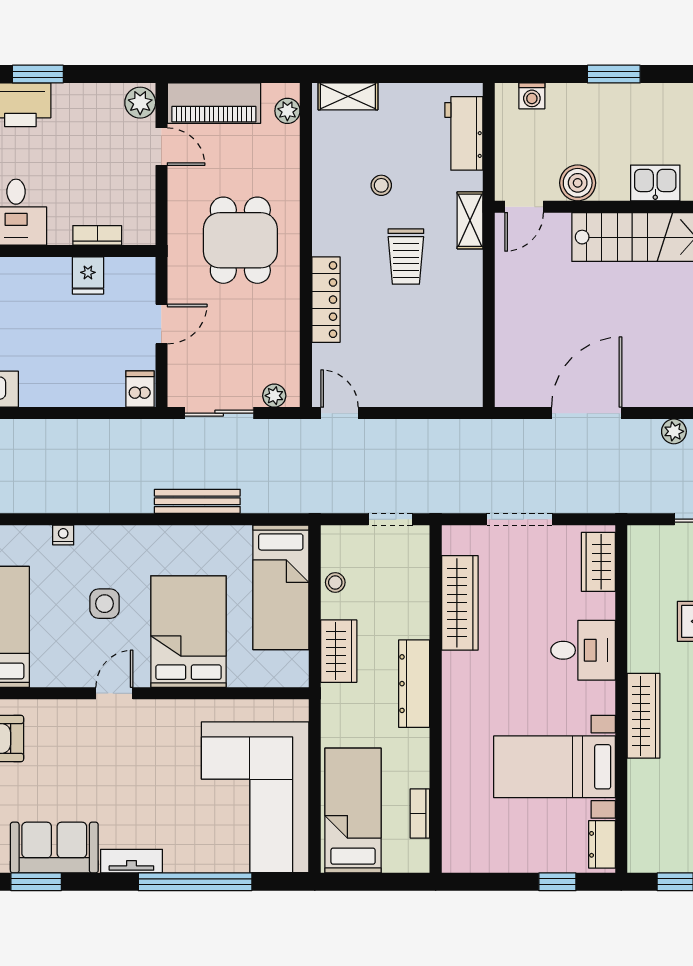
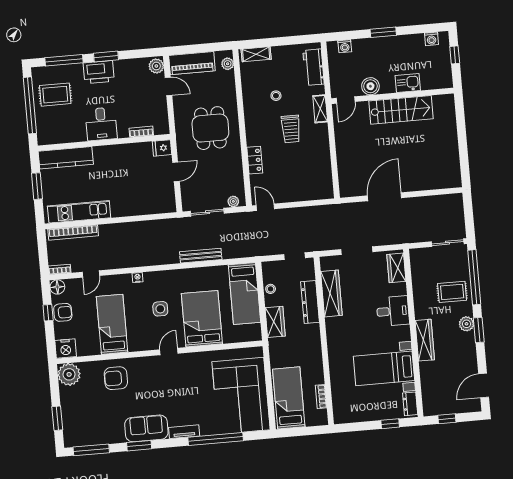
fridge: (88, 275) -> (162, 148), moved, turned 90
locker: (326, 300) -> (255, 160), width x0.66
dishwasher: (140, 389) -> (168, 204), removed
plant: (674, 431) -> (427, 202), removed
dresser: (414, 684) -> (310, 302), moved

